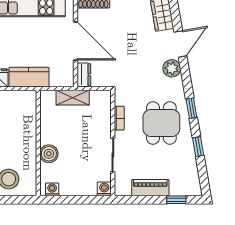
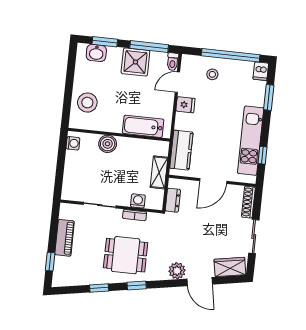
door: (76, 41) -> (213, 181), width x0.73
dresser: (84, 75) -> (173, 200), moved, turned -90
kitchen counter: (29, 77) -> (181, 150), moved
bathtub: (27, 119) -> (143, 126), added
washing machine: (104, 189) -> (138, 201), moved, turned -90

